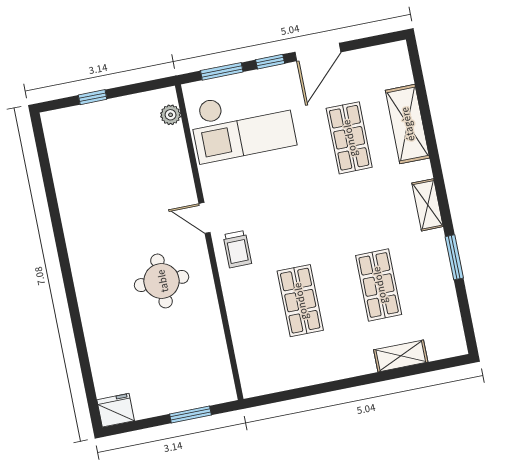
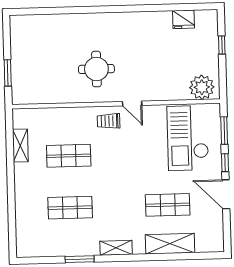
plant: (171, 115) -> (202, 87), width x1.87, depth x1.87
door: (204, 218) -> (132, 103), swing flipped
shelving: (401, 356) -> (20, 145), moved
fridge: (116, 410) -> (183, 19), moved, turned 90

